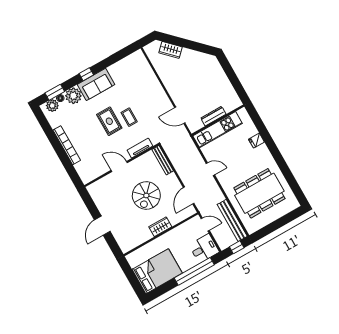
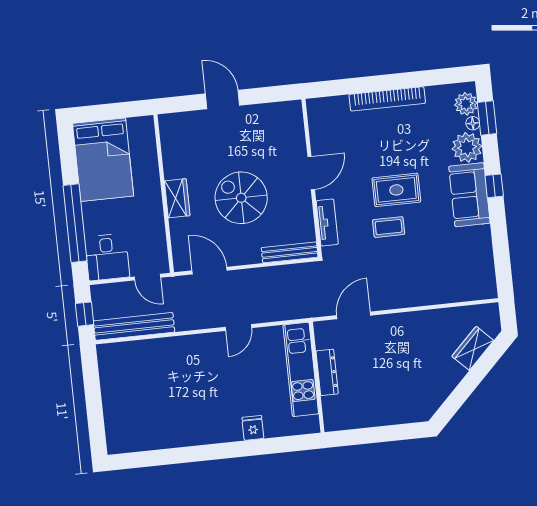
dining table: (259, 193) -> (160, 393), removed
door: (205, 224) -> (147, 277), hinge flipped

